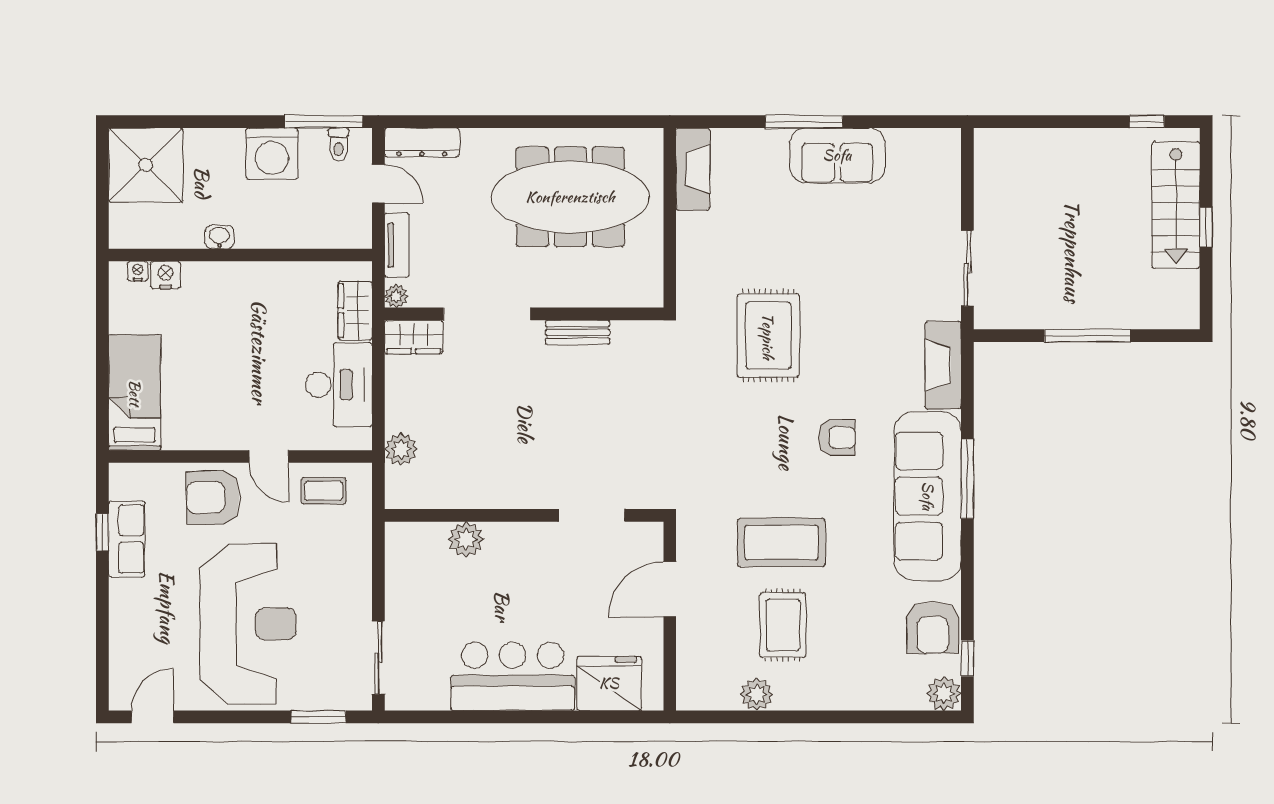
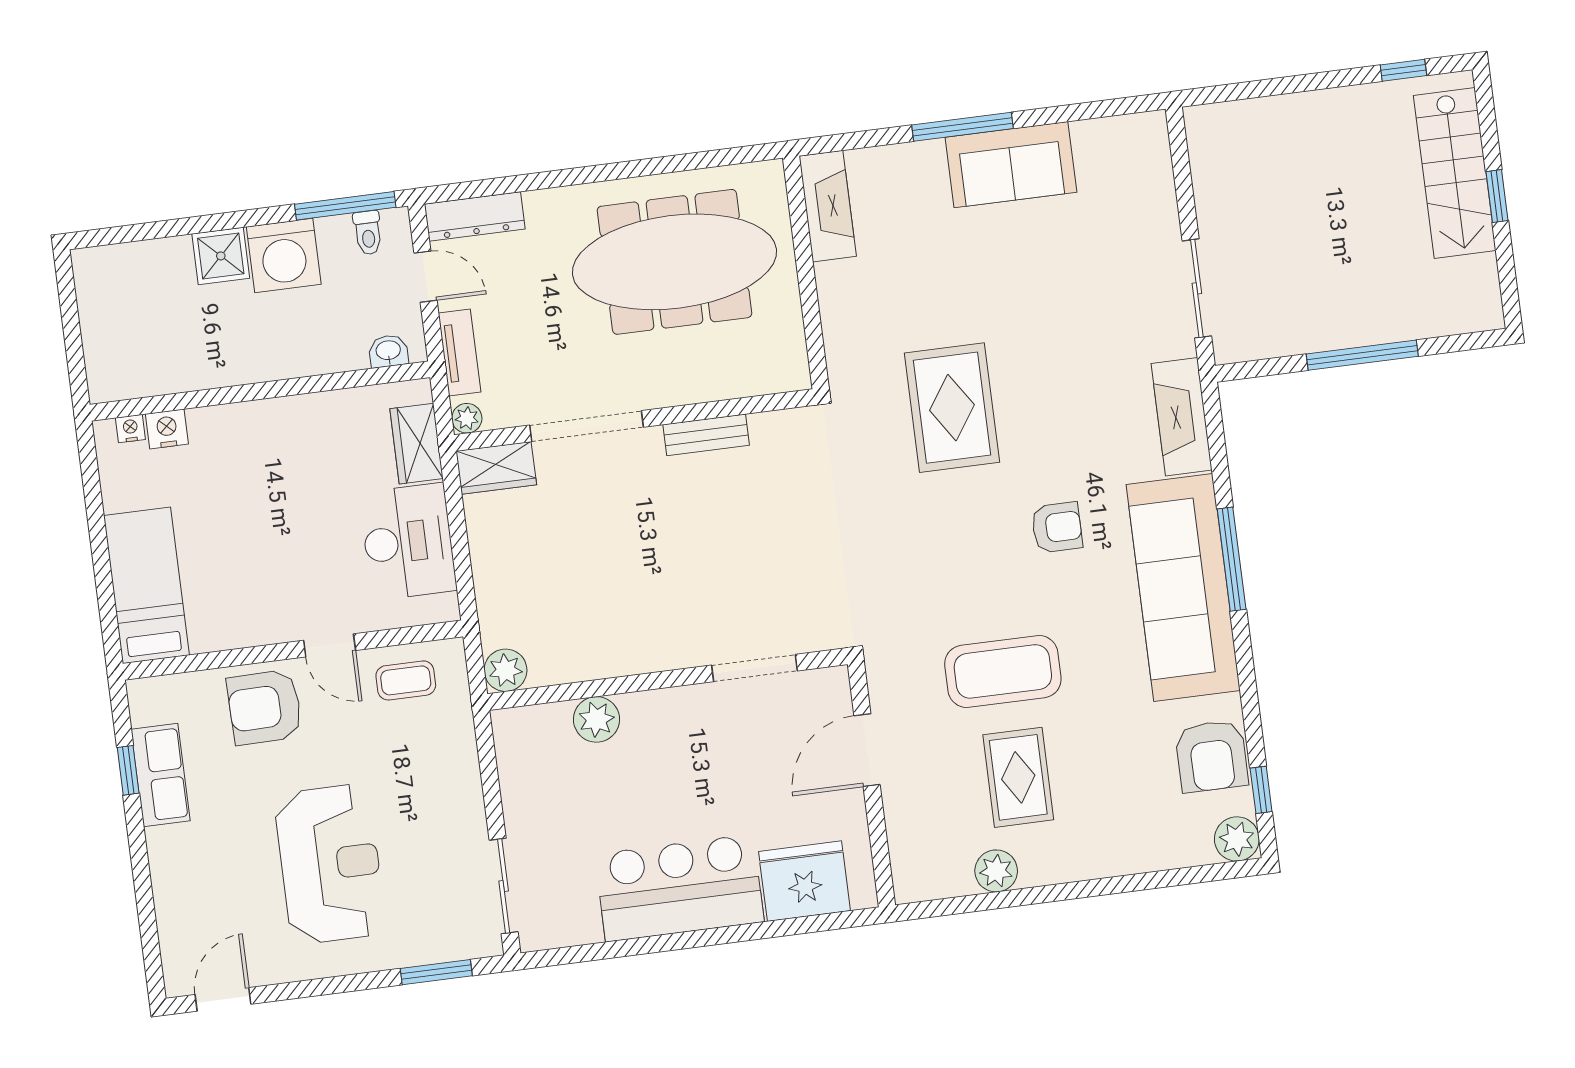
shower: (146, 165) -> (221, 256), moved, width x0.54, depth x0.54
washbasin: (219, 237) -> (388, 351), moved
plant: (401, 449) -> (506, 670), moved
reception desk: (248, 624) -> (330, 864), width x0.74, depth x0.77

